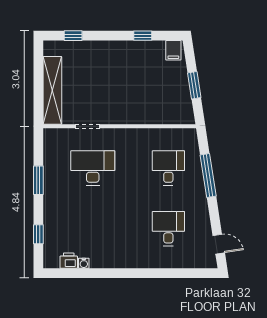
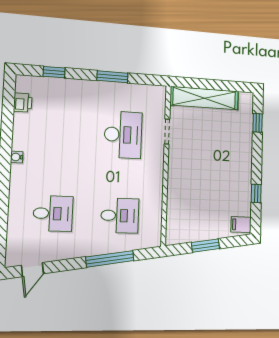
water cooler: (84, 263) -> (17, 157), moved

